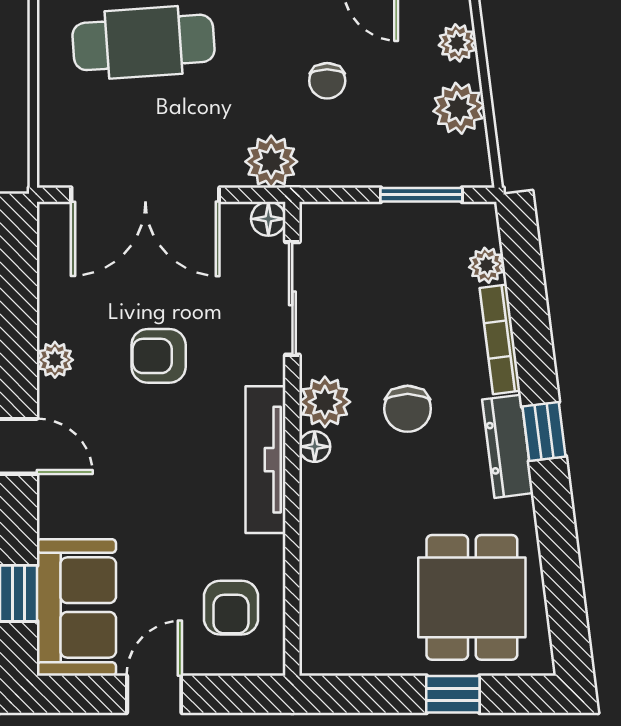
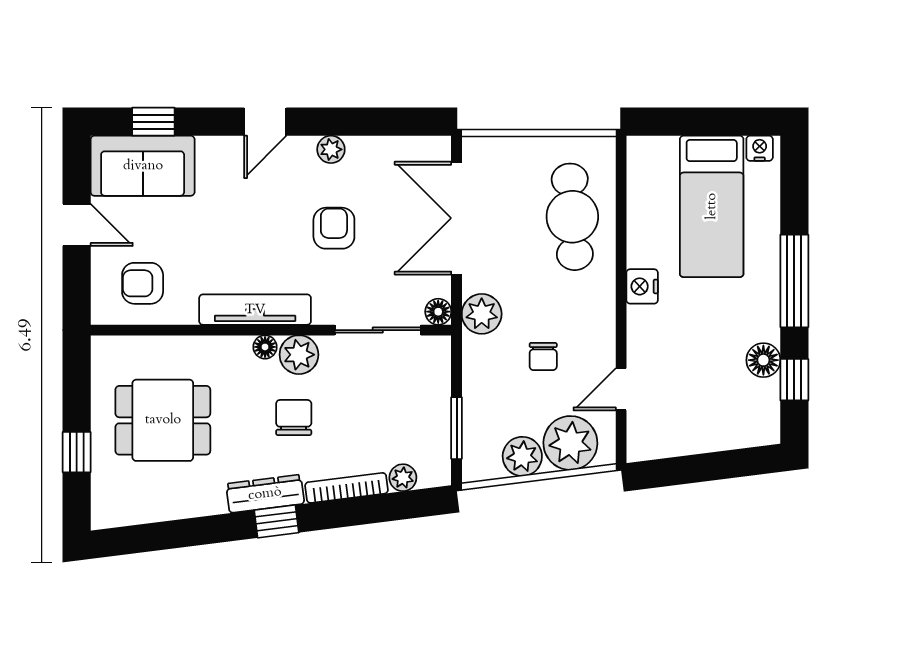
plant: (457, 43) -> (570, 443), width x1.87, depth x1.87
chair: (327, 81) -> (543, 356), turned -90
chair: (408, 409) -> (294, 418), turned 90
dining table: (472, 597) -> (163, 420), moved

